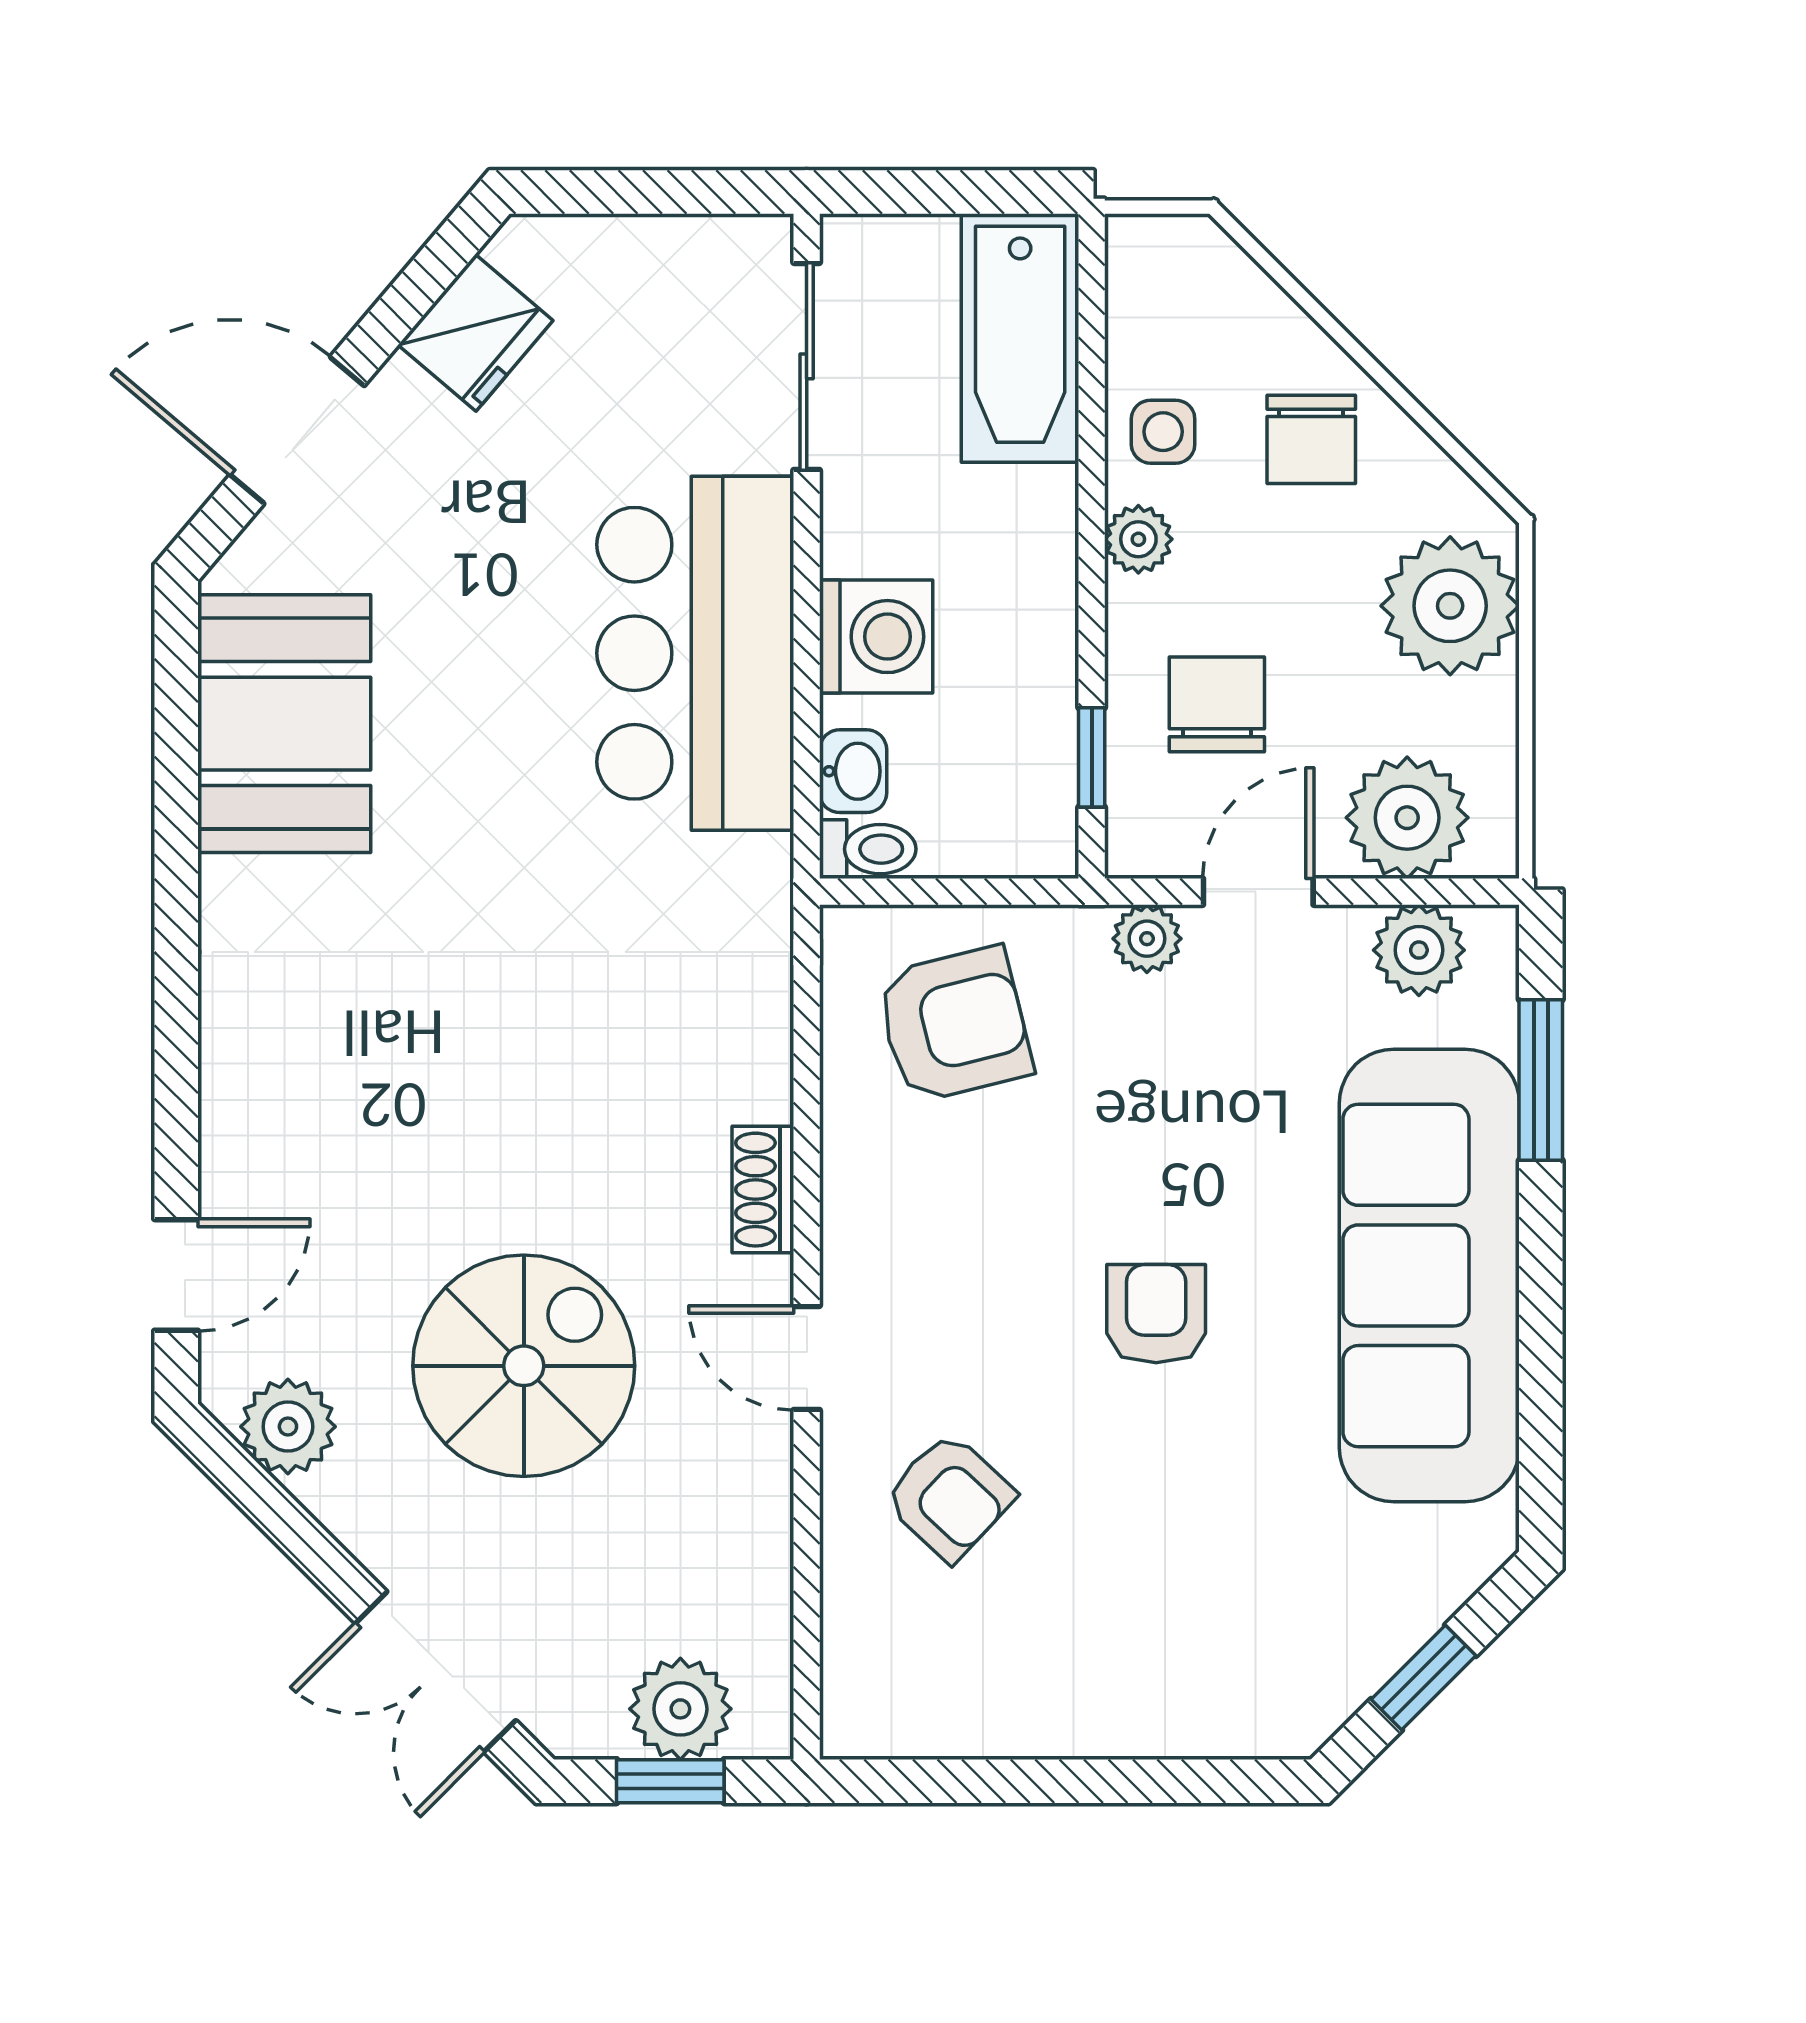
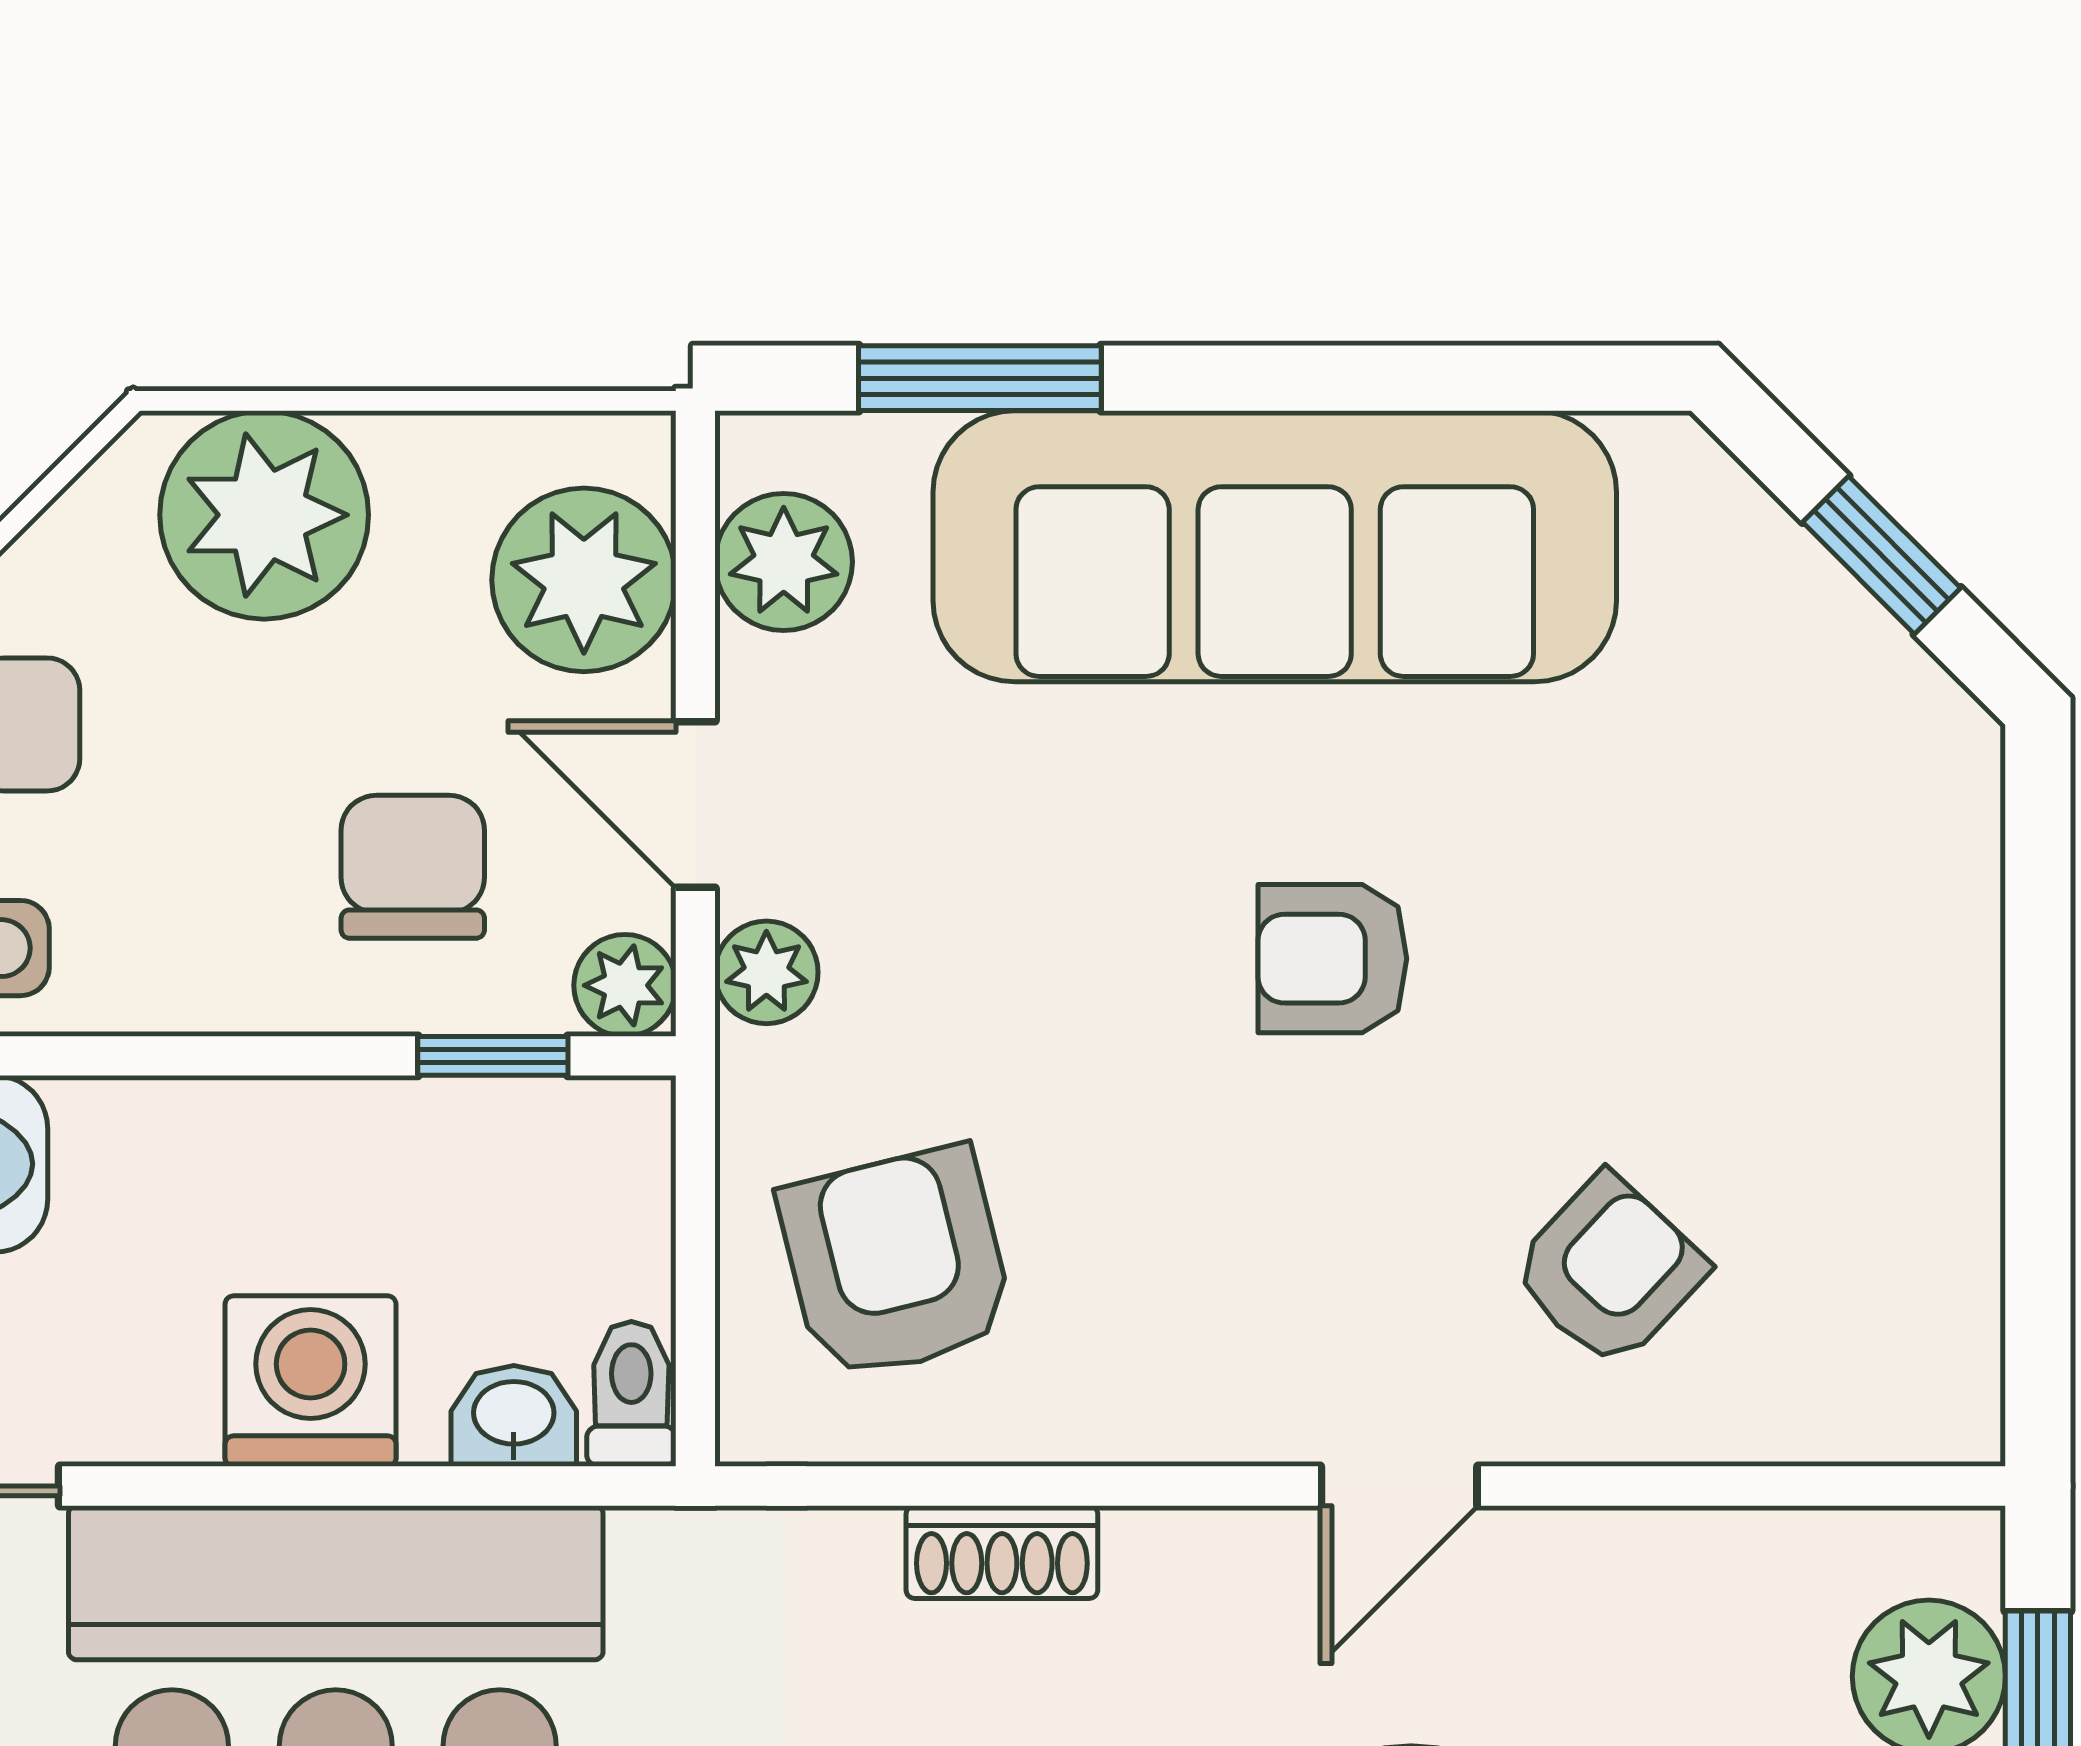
plant: (1138, 539) -> (625, 985), moved
chair: (1217, 704) -> (413, 867), turned 90
shoe rack: (763, 1190) -> (1002, 1552), moved

